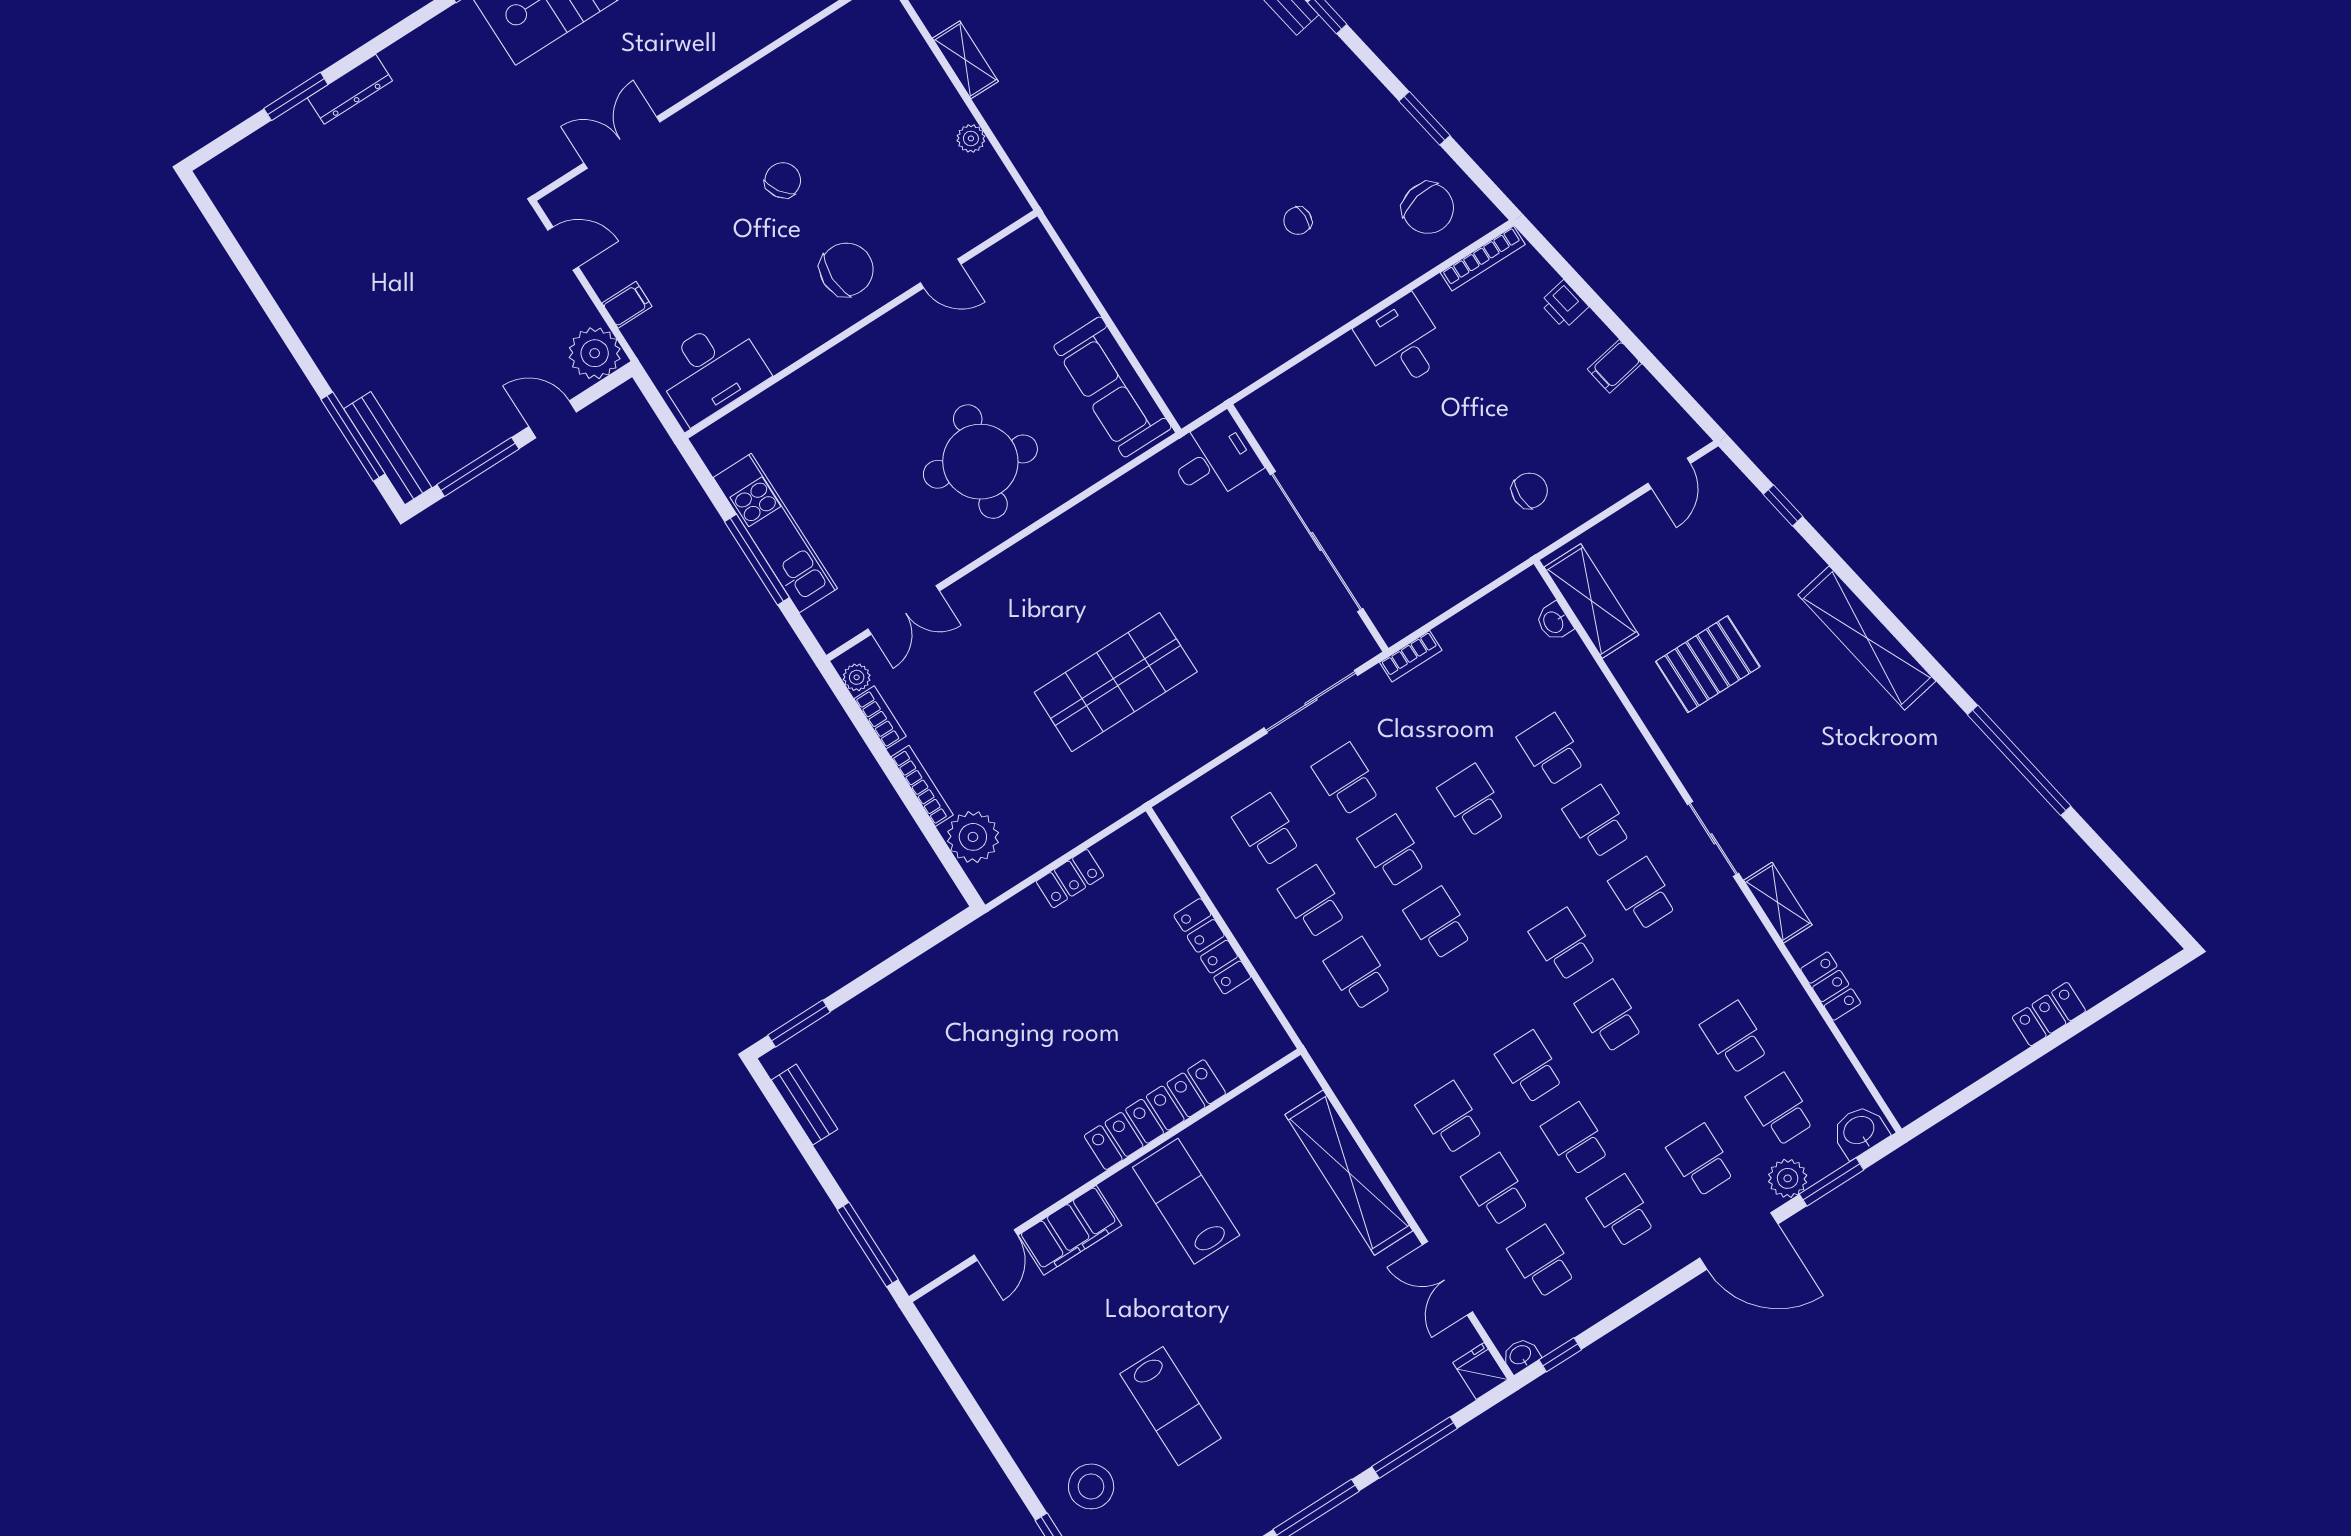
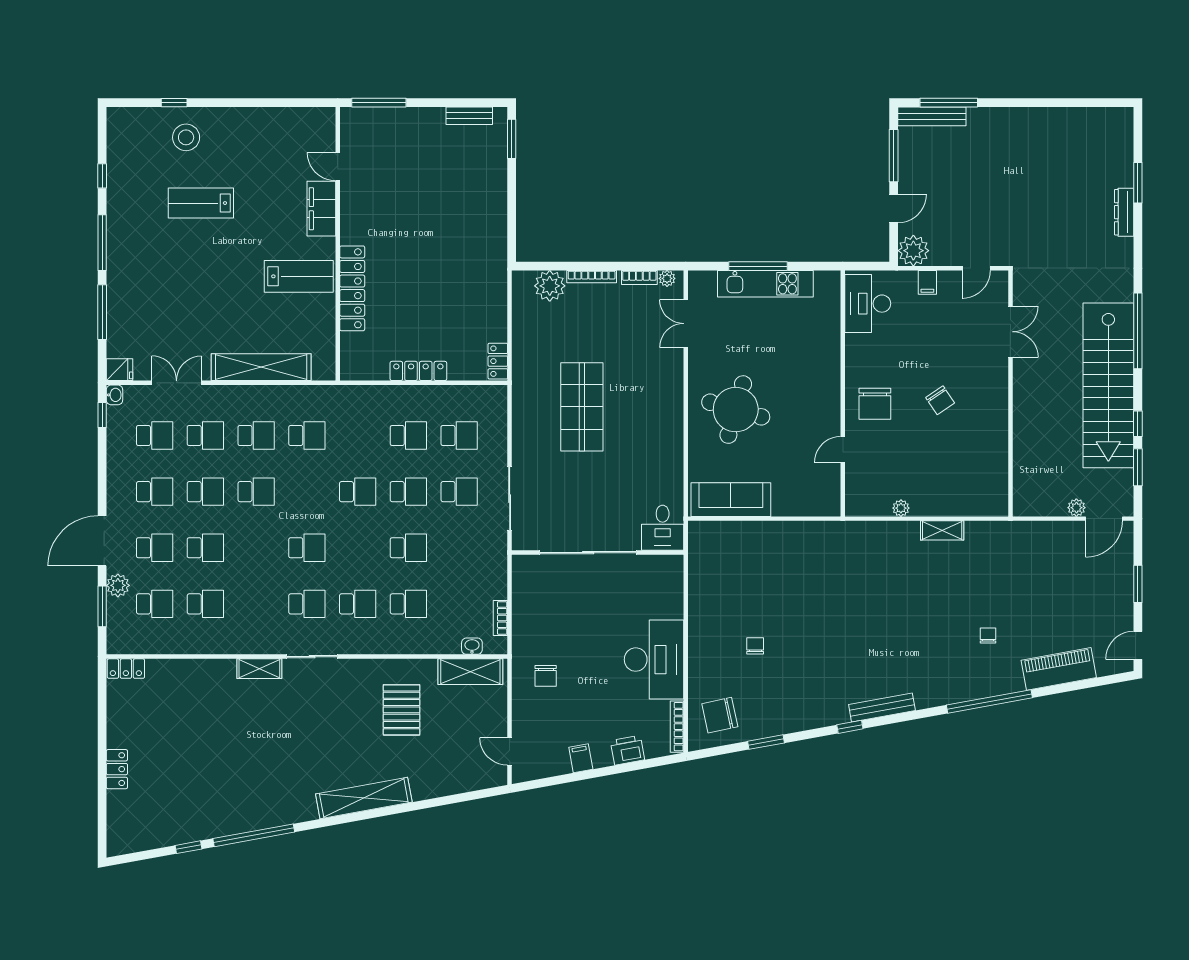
printer: (1564, 305) -> (627, 750), width x1.36, depth x1.24
desk: (1402, 342) -> (654, 660), width x1.87, depth x1.30
window: (1783, 505) -> (189, 847), moved
bookcase: (1411, 656) -> (500, 618), moved
locker: (1070, 879) -> (498, 361), moved
school desk: (1359, 974) -> (307, 435), moved
locker: (1831, 986) -> (126, 669), moved
school desk: (1609, 1017) -> (205, 548), moved
washbasin: (1859, 1131) -> (119, 637), removed

